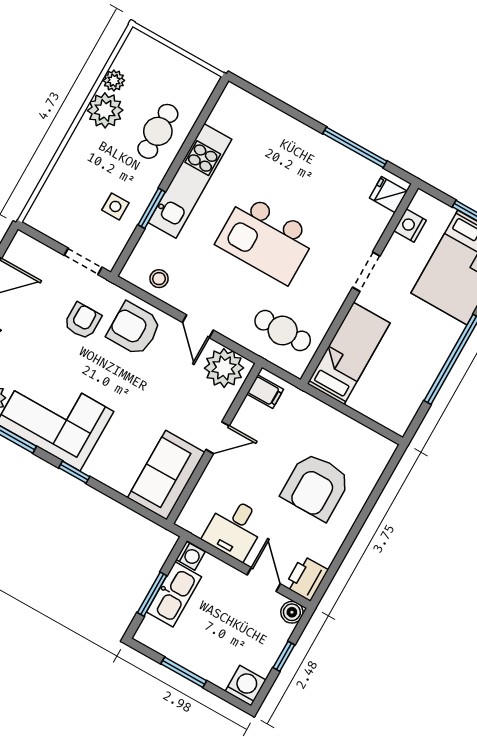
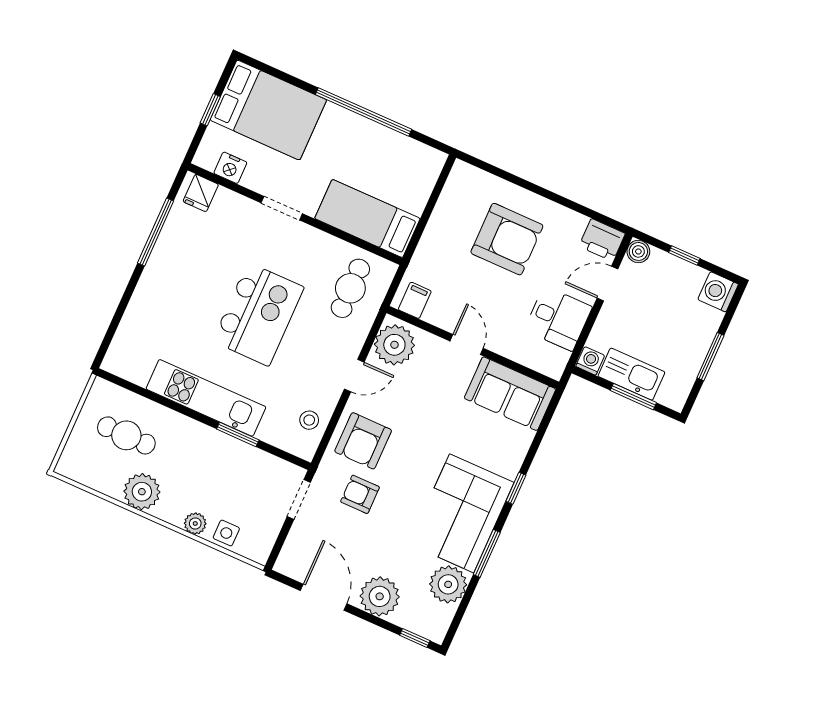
plant: (114, 80) -> (195, 524), moved
cafe table: (158, 131) -> (126, 435), moved
side table: (115, 206) -> (226, 533), moved

